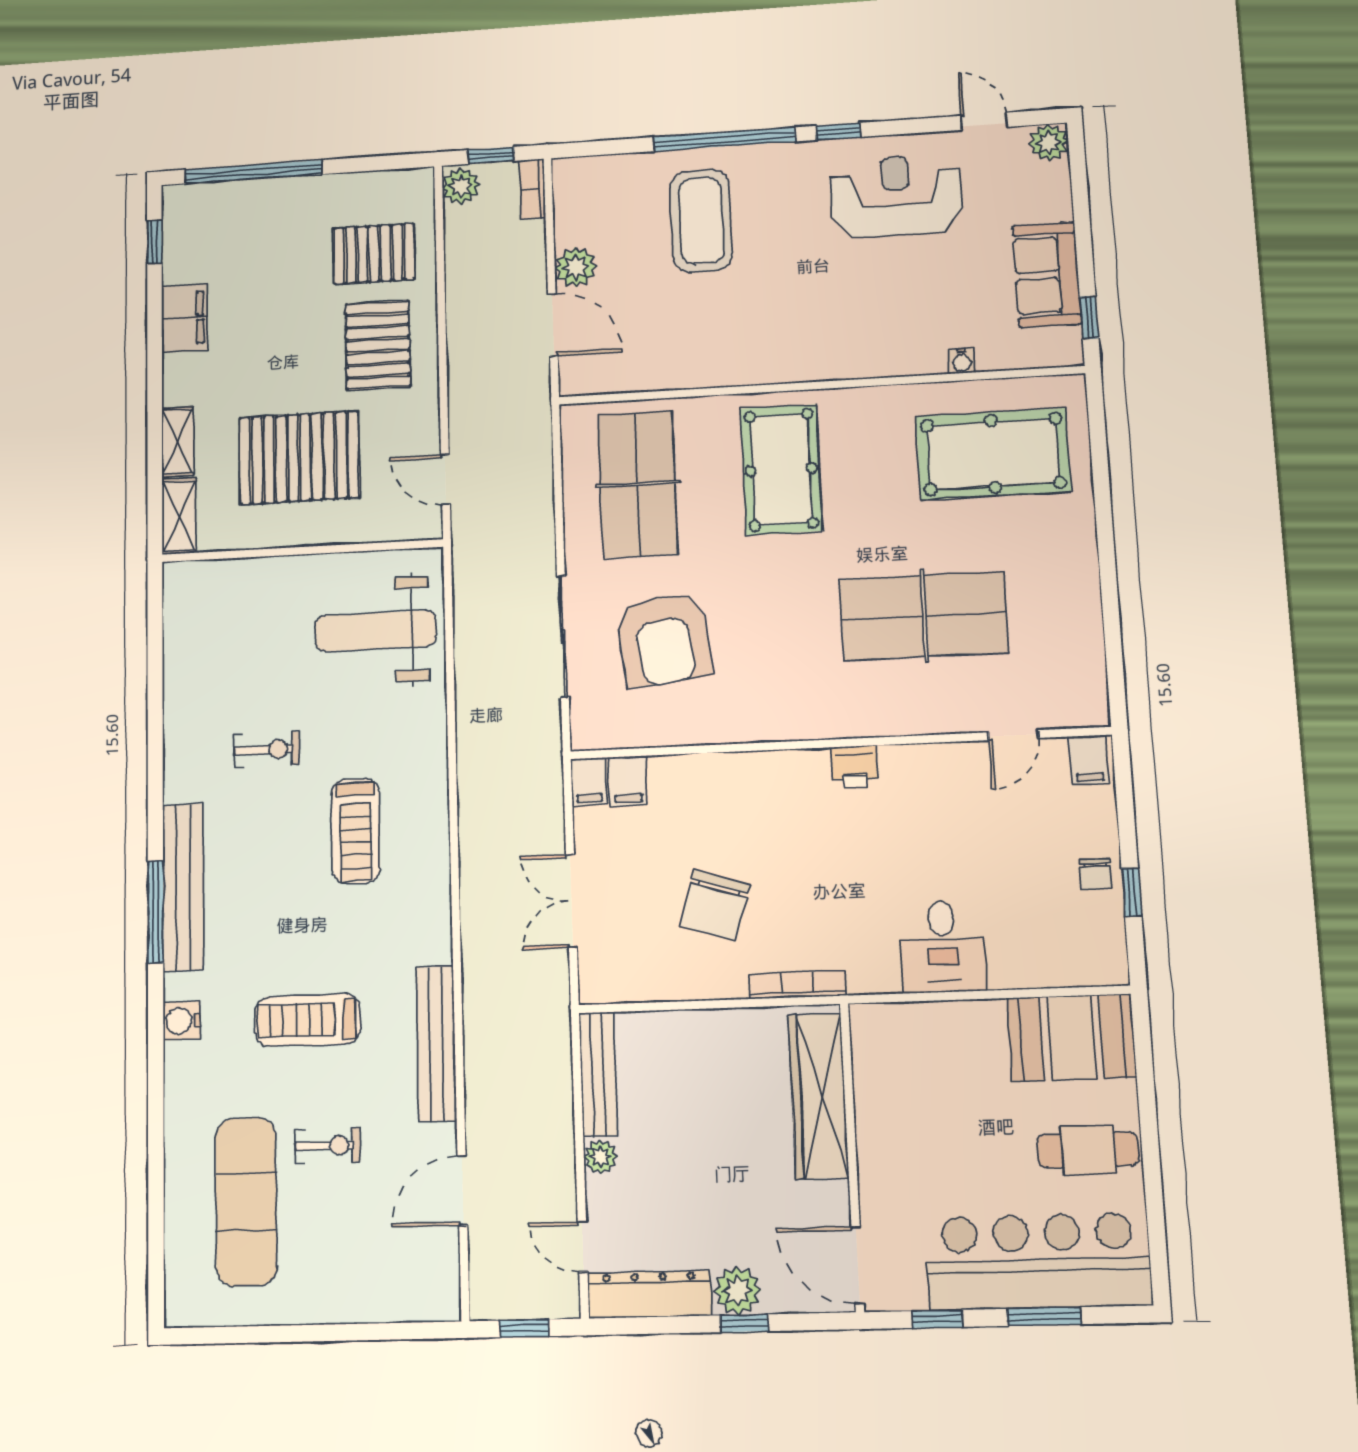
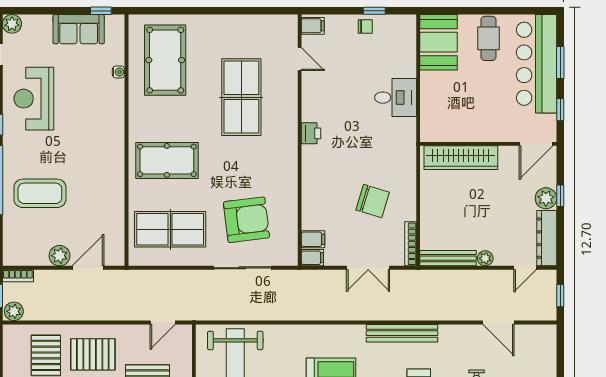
bookcase: (797, 985) -> (411, 244), moved
bench: (436, 1043) -> (402, 333), moved

